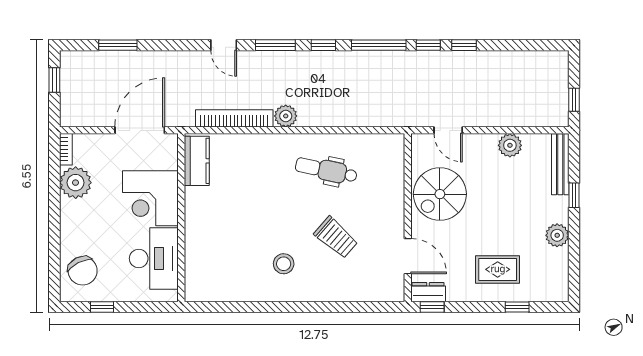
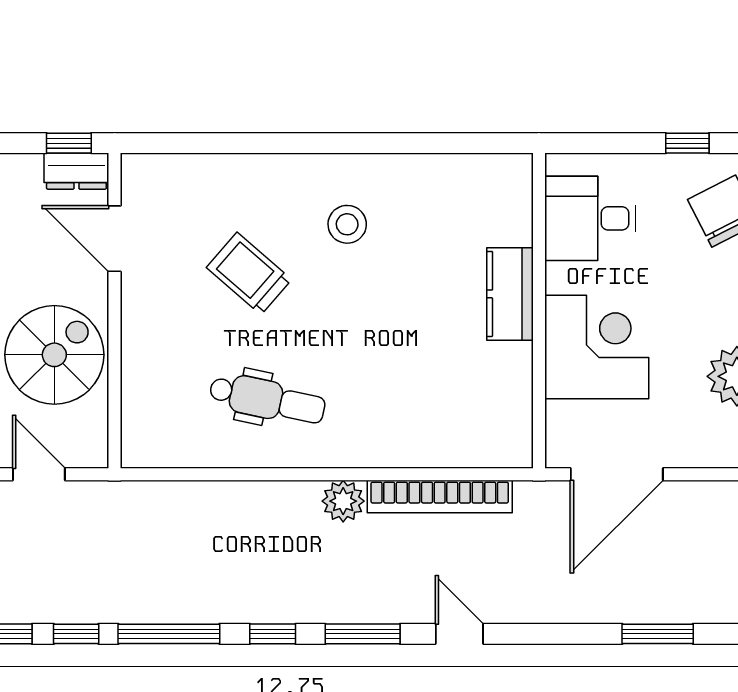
kitchen counter: (197, 161) -> (510, 294), moved
desk: (154, 258) -> (590, 218), width x0.73

